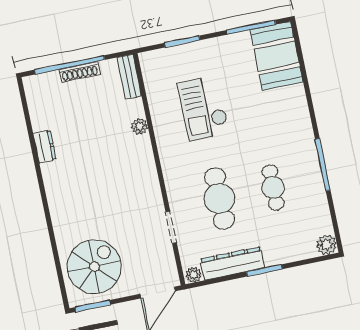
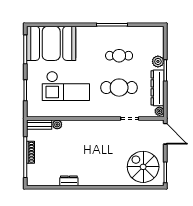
booth: (277, 56) -> (51, 43), width x1.36, depth x1.42
checkout: (203, 108) -> (66, 86), width x1.36, depth x1.21
plant: (140, 126) -> (57, 125), moved
plant: (327, 245) -> (158, 61), moved

